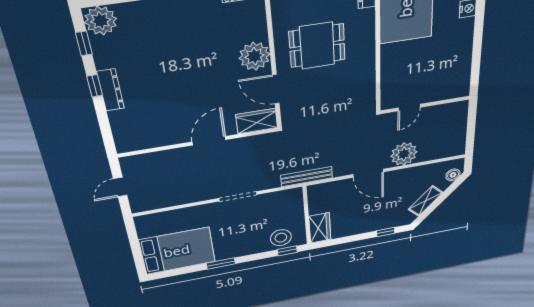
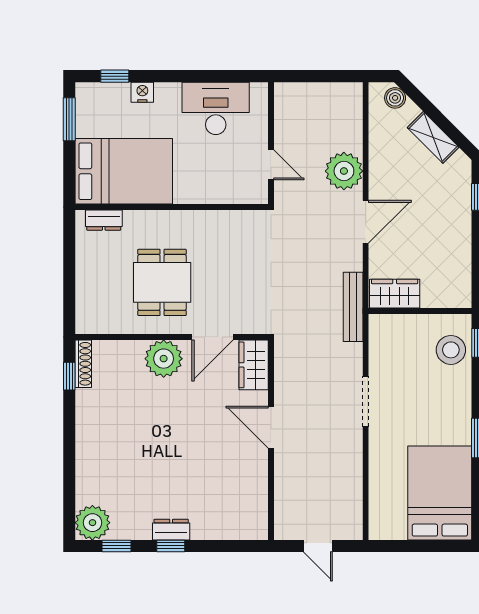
desk: (452, 64) -> (216, 108), added
dresser: (111, 90) -> (171, 530), width x0.70
wardrobe: (320, 228) -> (395, 294), moved

